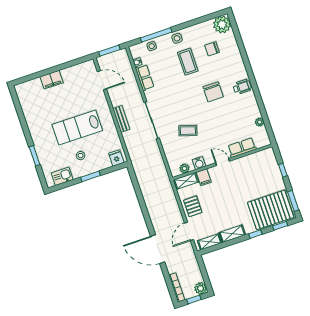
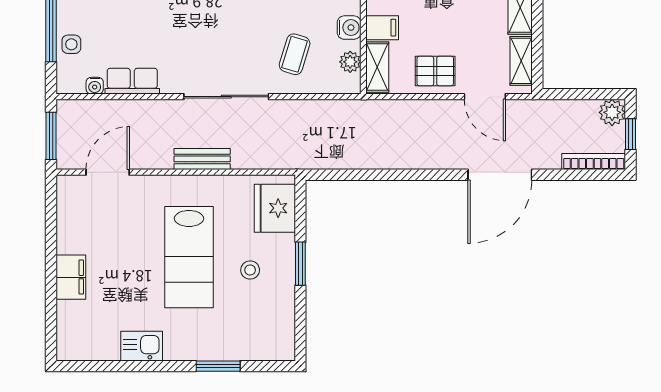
coffee table: (188, 131) -> (295, 54), moved
fridge: (116, 158) -> (275, 208), width x1.88, depth x1.34
kitchen sink: (62, 176) -> (142, 346), moved, turned 90

